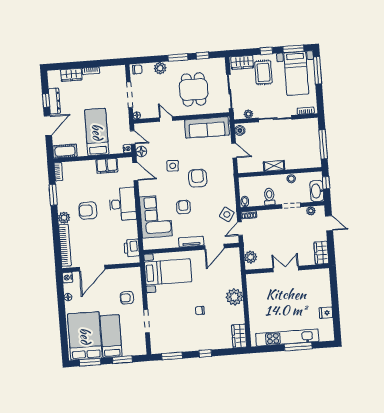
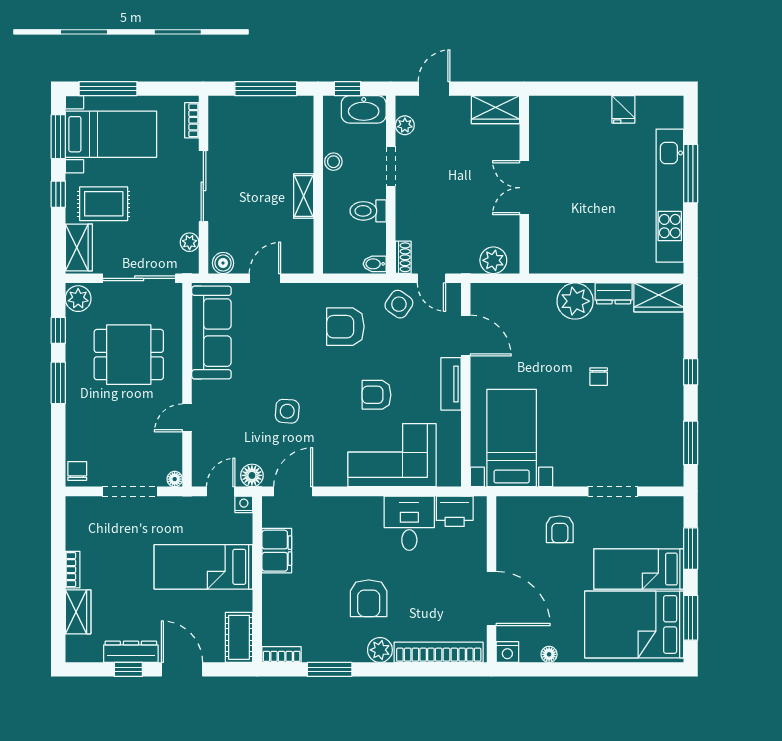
plant: (160, 68) -> (78, 299), moved
armchair: (198, 178) -> (345, 327), moved
desk: (123, 204) -> (409, 523), moved, width x0.73
dresser: (239, 315) -> (614, 293), added

